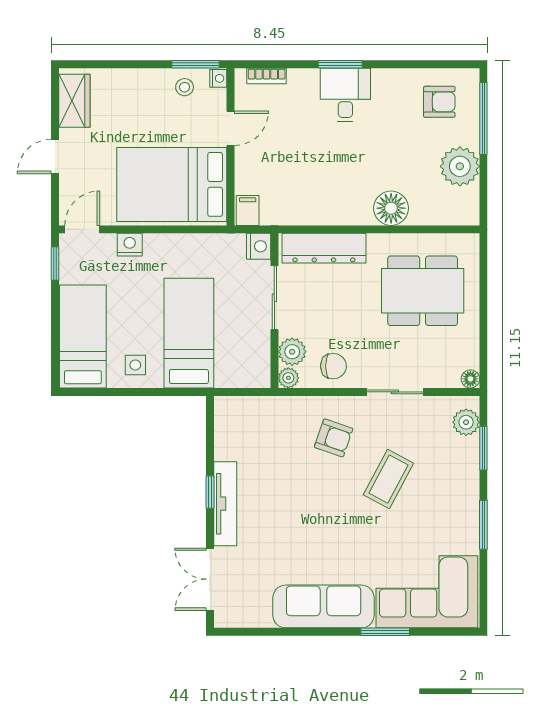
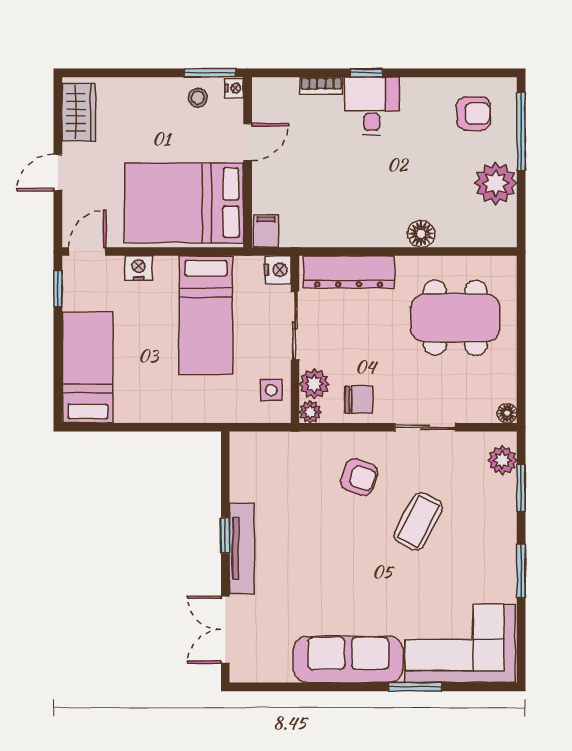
window: (340, 64) -> (366, 73), width x0.67
bookcase: (267, 76) -> (321, 86), moved
floor lamp: (391, 208) -> (421, 234), width x0.73, depth x0.73
bed: (189, 333) -> (206, 315), moved, turned 180
side table: (135, 365) -> (271, 390), moved

